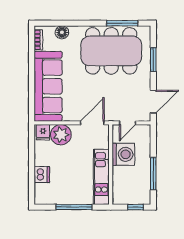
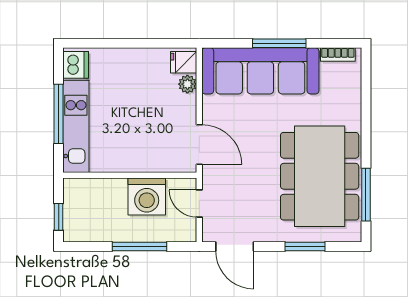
floor lamp: (62, 32) -> (351, 94), removed
window: (32, 75) -> (279, 43), added
plant: (61, 135) -> (187, 84), width x0.53, depth x0.53
window: (153, 174) -> (140, 246), moved
dishwasher: (42, 175) -> (76, 65), moved, turned -90
kitchen unit: (101, 177) -> (76, 126), moved, turned 90

